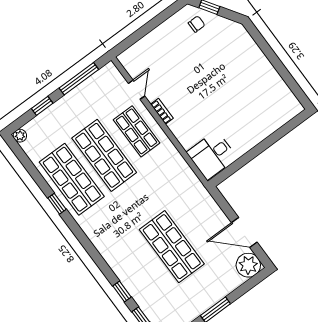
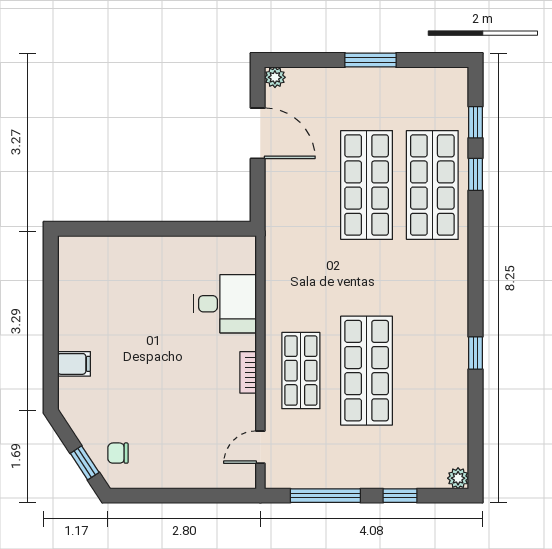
filing cabinet: (251, 52) -> (74, 364), added
door: (137, 90) -> (260, 447), moved
desk: (212, 155) -> (225, 304), moved
shop shelf: (72, 179) -> (432, 185), moved
plant: (248, 265) -> (275, 77), width x0.53, depth x0.53

